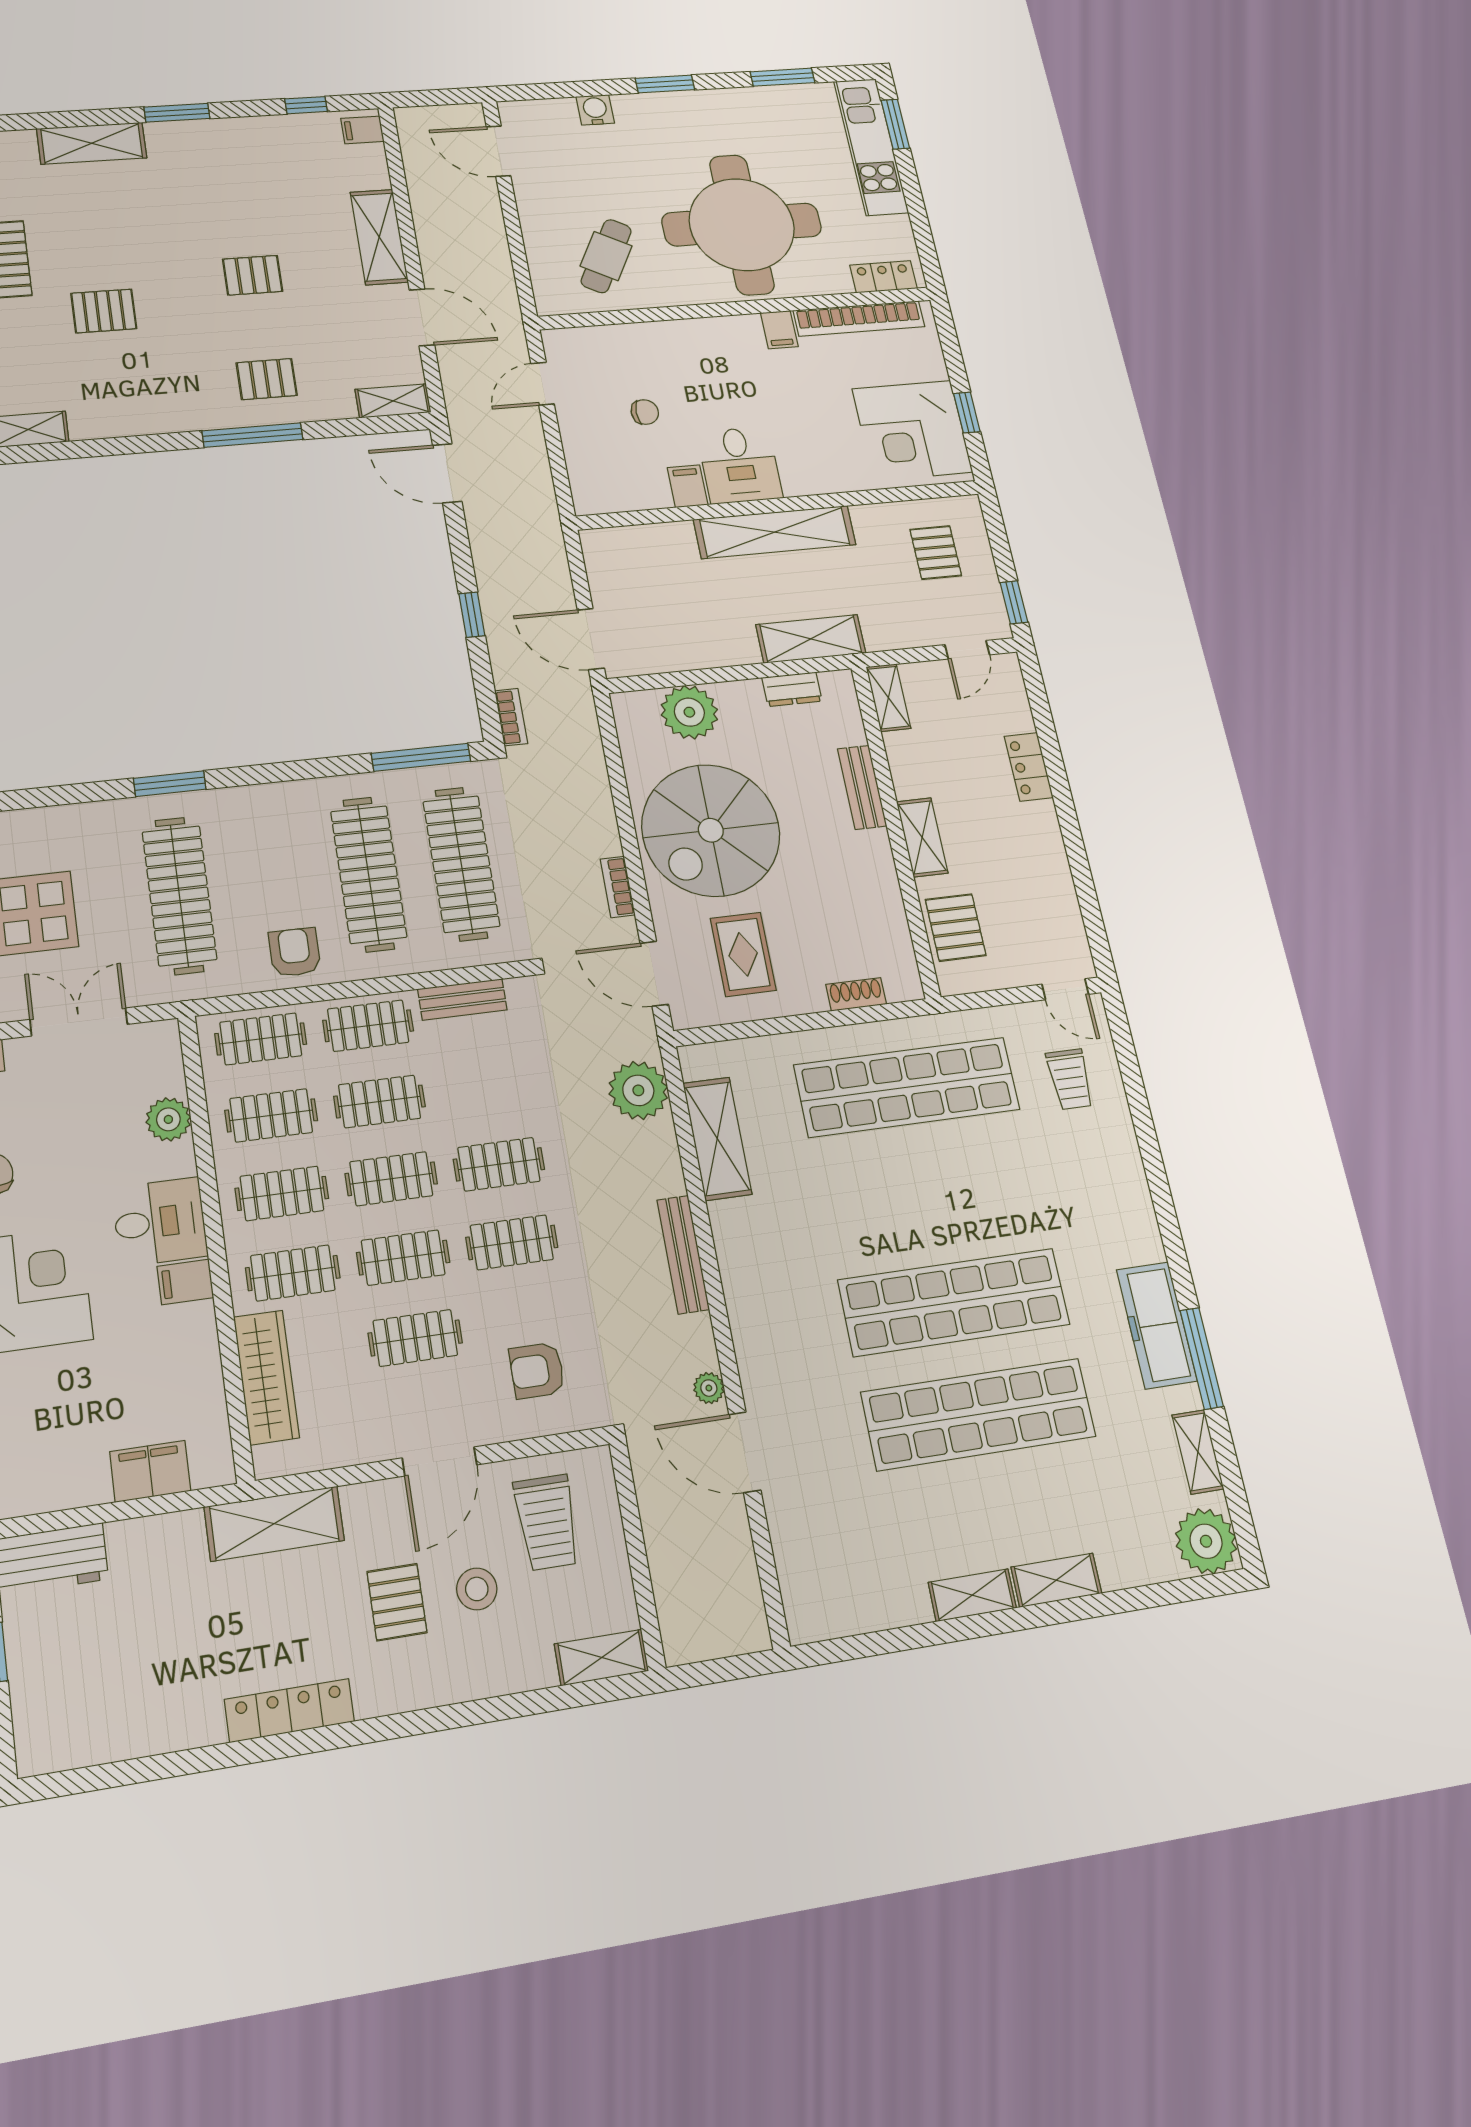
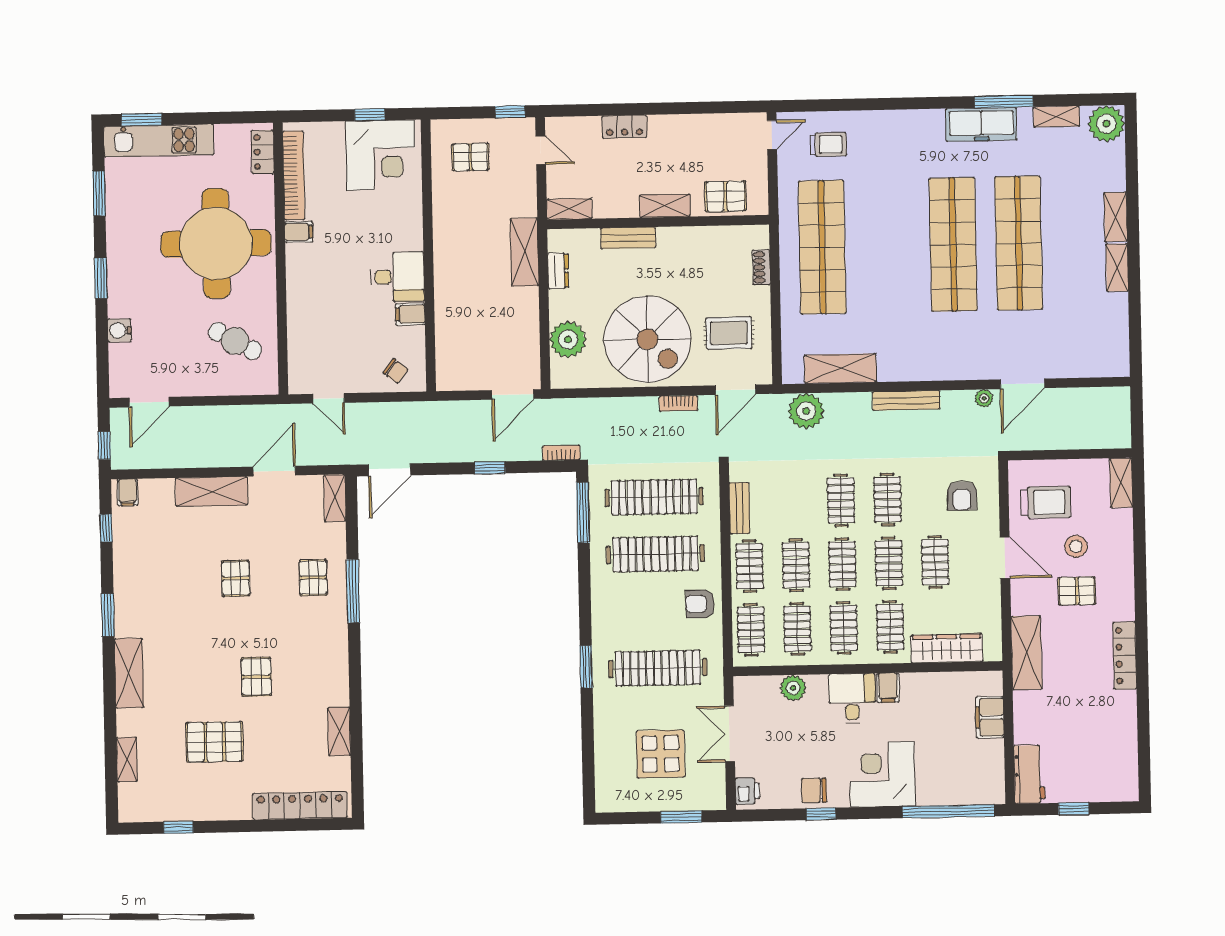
window: (427, 98) -> (104, 445), added
chair: (645, 412) -> (395, 371), moved, turned 128
shelving: (775, 532) -> (448, 262), removed

